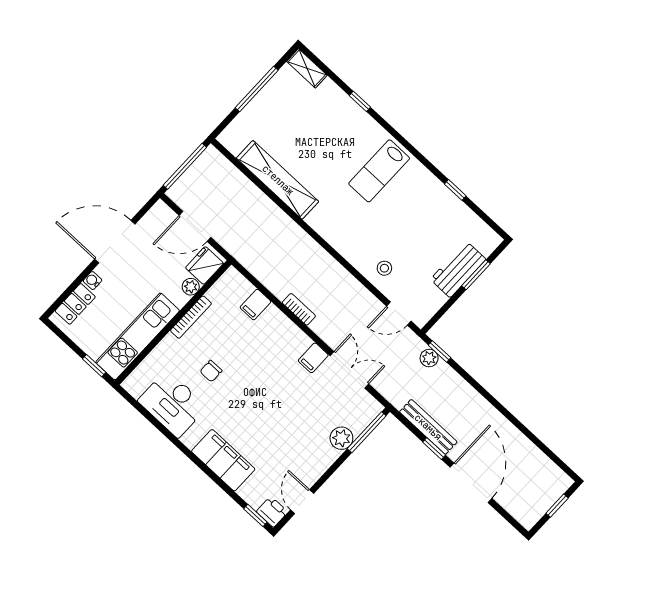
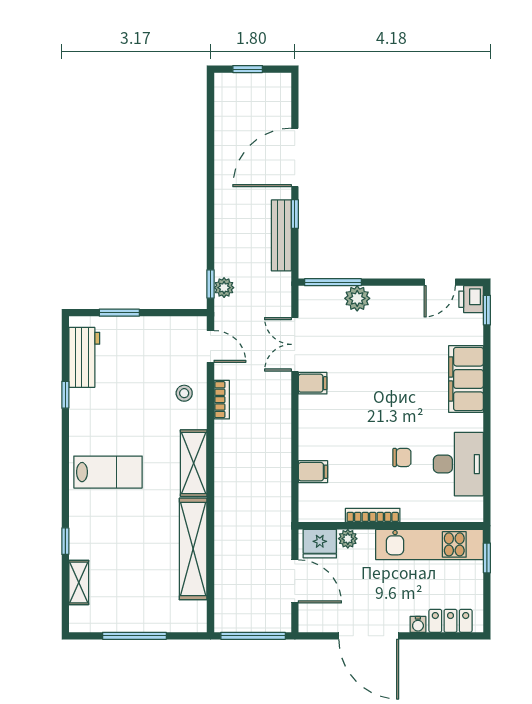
shelving: (307, 68) -> (79, 582), moved
shelving: (333, 232) -> (194, 463), added
workbench: (458, 269) -> (84, 357), moved, turned -90
bookcase: (299, 309) -> (222, 400), moved, turned 180

